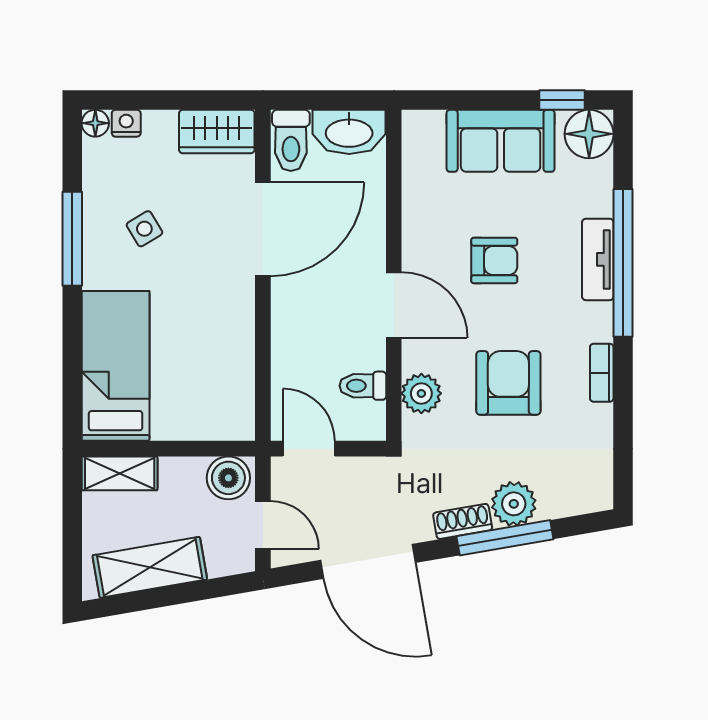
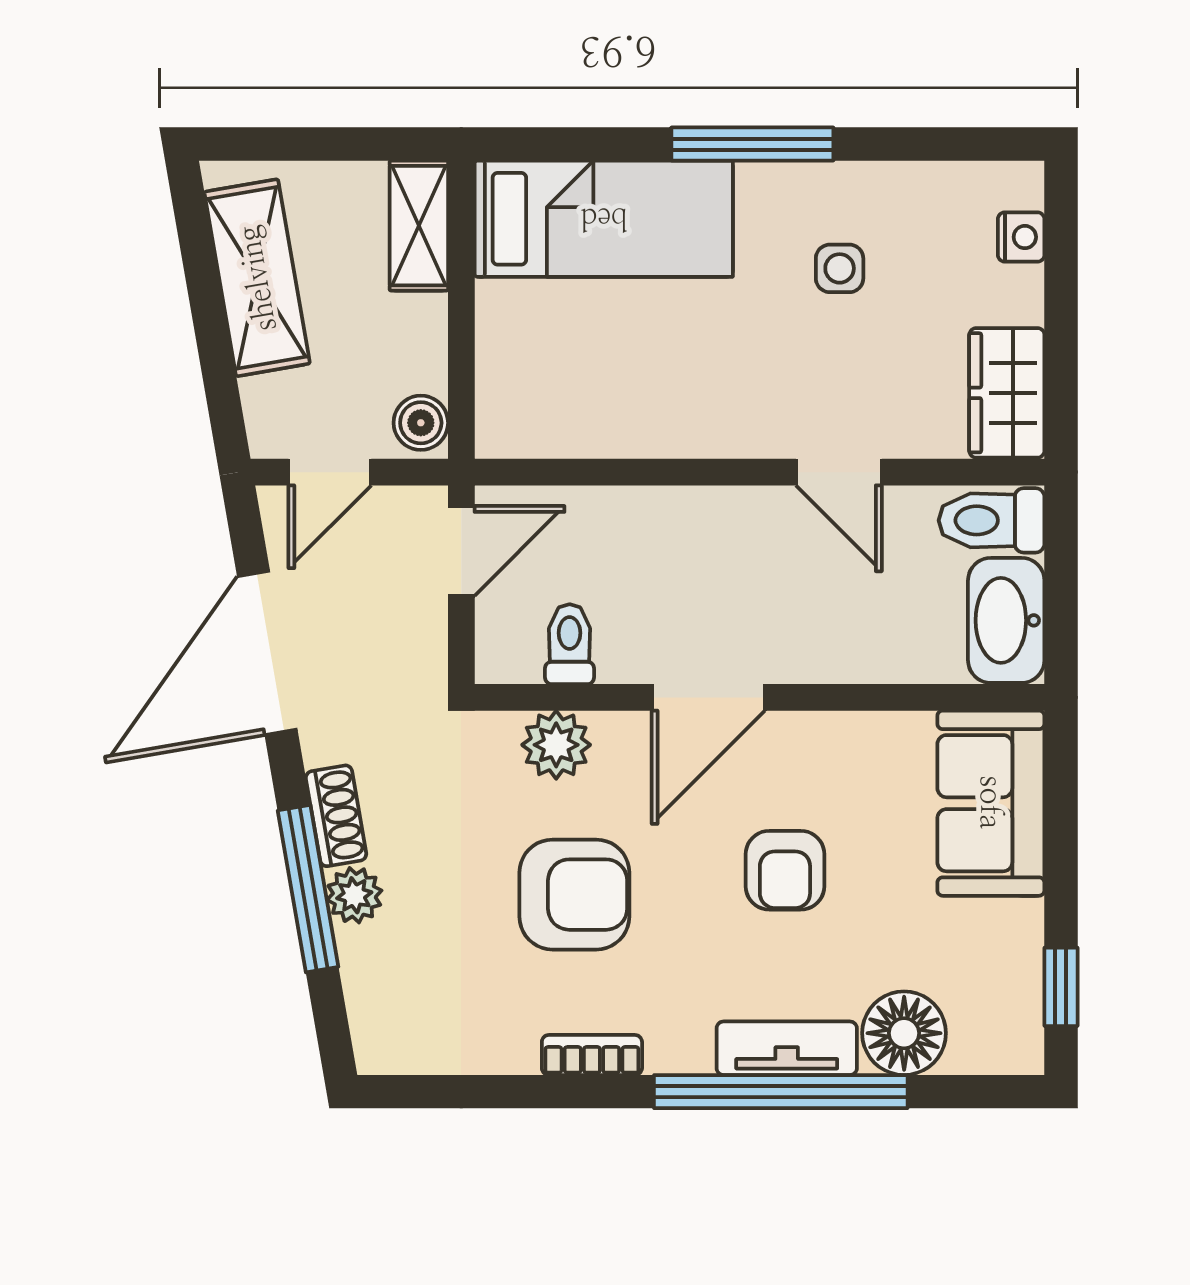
floor lamp: (95, 123) -> (1021, 184), removed
floor lamp: (589, 134) -> (904, 1033), moved
sofa: (501, 141) -> (991, 803), moved
side table: (144, 229) -> (840, 268), turned 31
door: (263, 229) -> (839, 472), width x0.53
window: (72, 239) -> (752, 144), moved
boiler: (228, 478) -> (421, 423), width x0.73, depth x0.73
plant: (514, 504) -> (354, 895), width x0.73, depth x0.73

